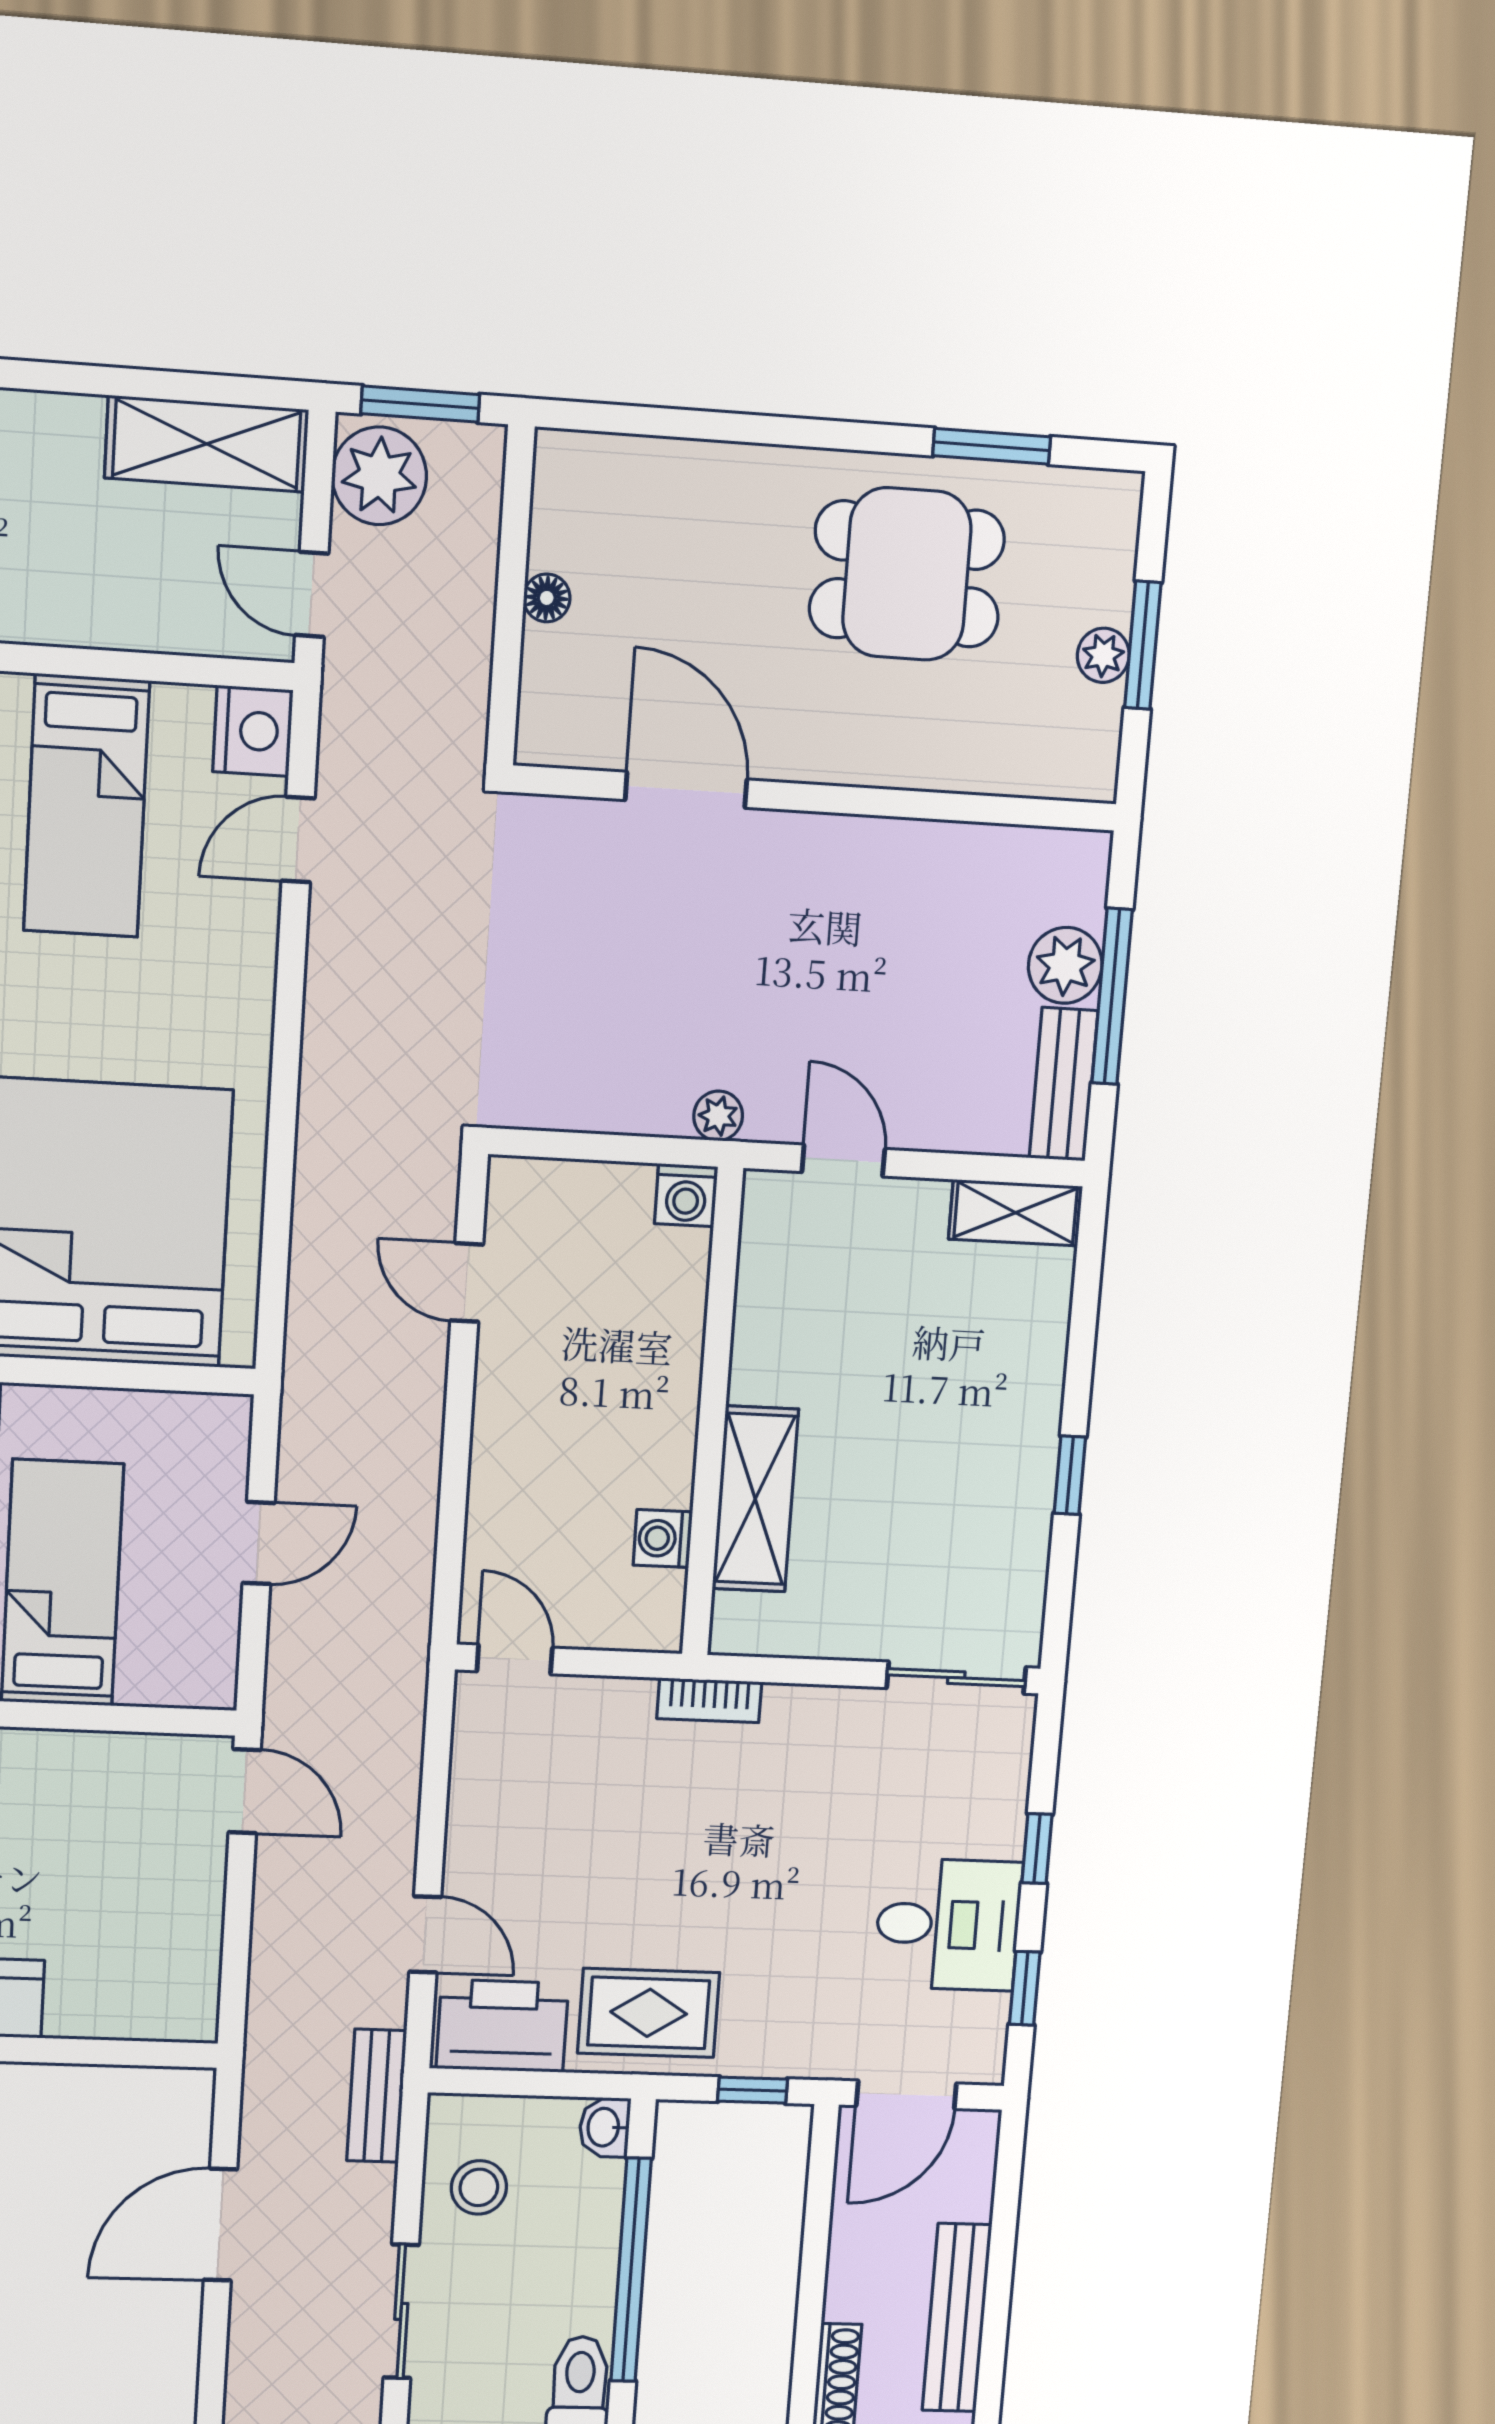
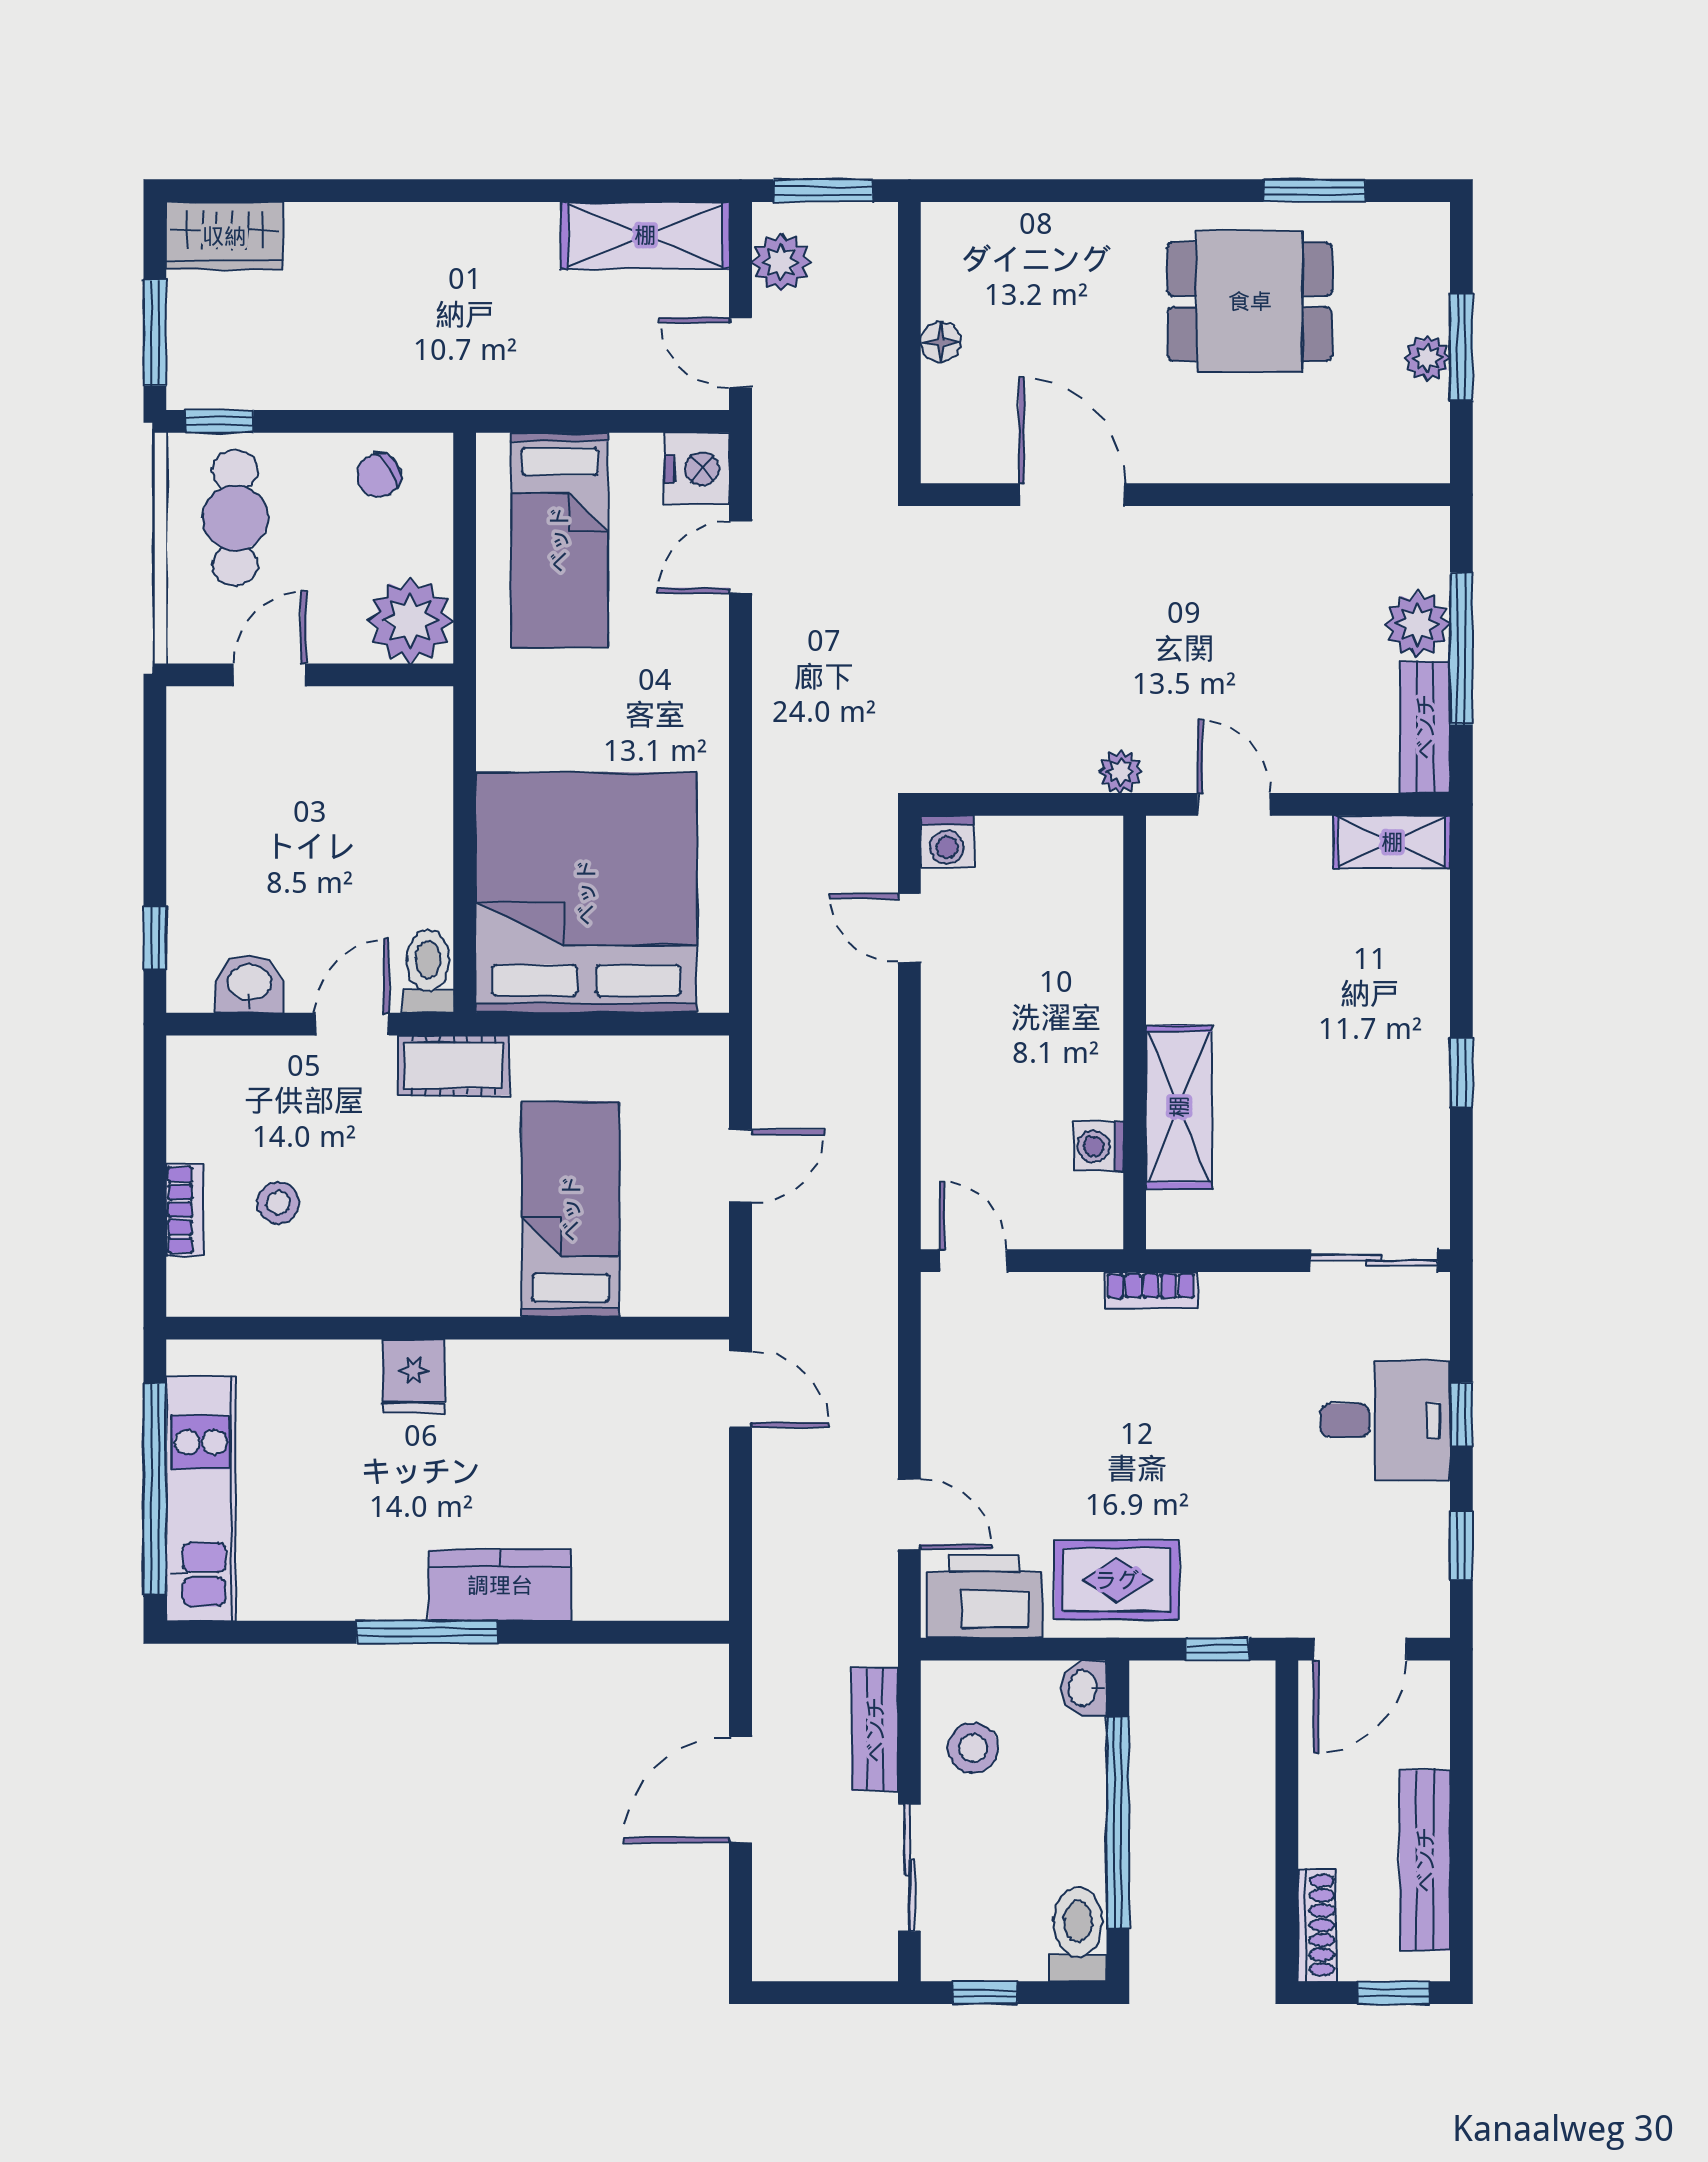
plant: (379, 476) -> (781, 262), width x0.73, depth x0.73
washing machine: (686, 1195) -> (947, 842), moved
desk: (948, 1924) -> (1385, 1421), moved
bench: (377, 2096) -> (875, 1730), moved

